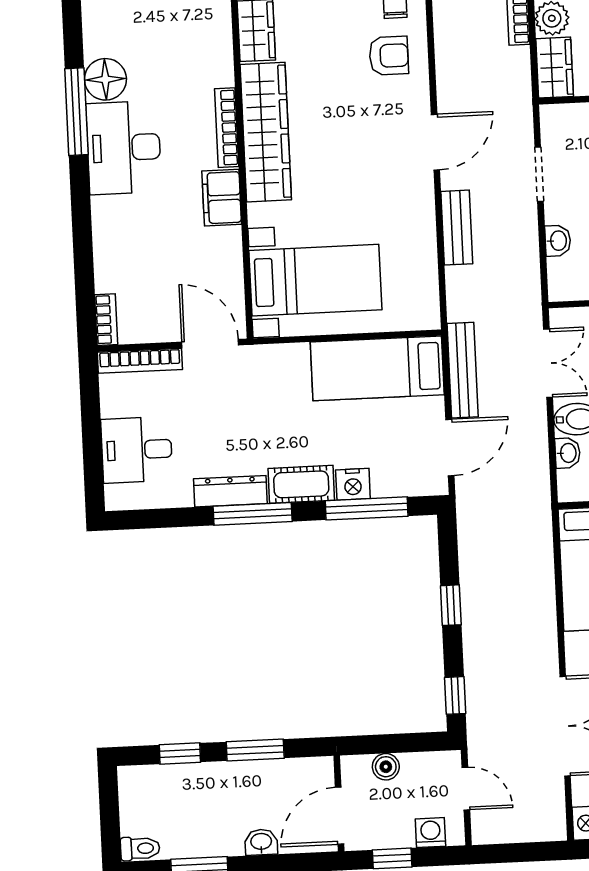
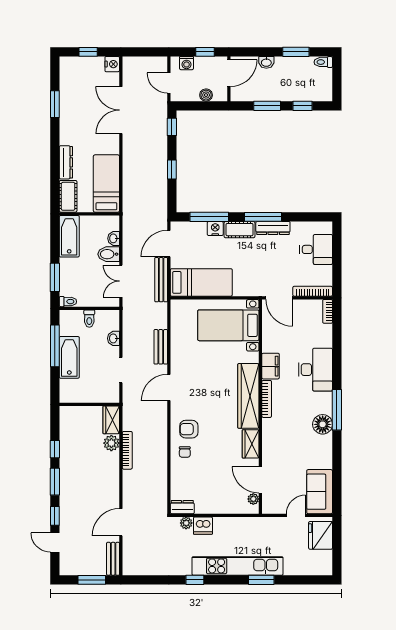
desk: (124, 148) -> (315, 370), moved

